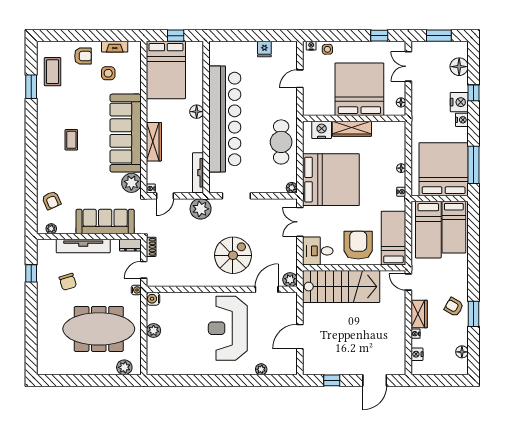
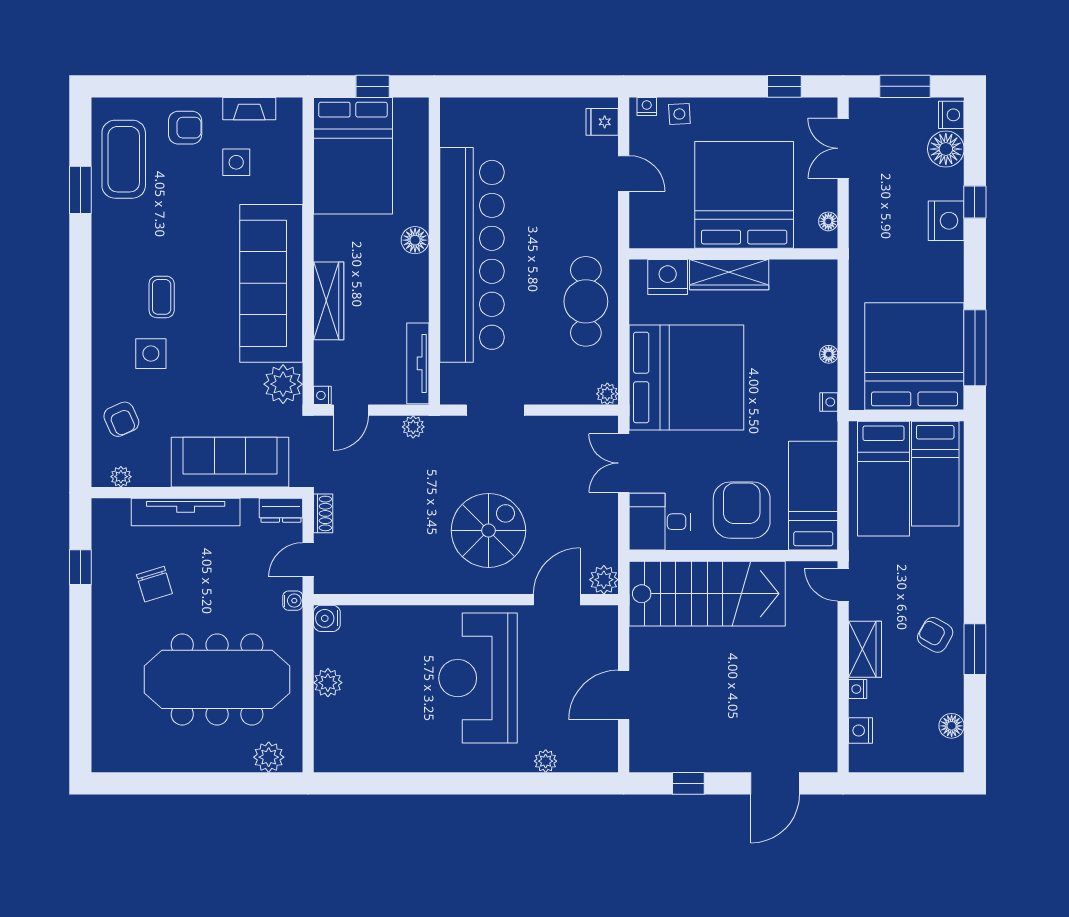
fridge: (264, 49) -> (602, 122), moved, turned 90
coffee table: (53, 72) -> (124, 159), width x1.36, depth x1.32
door: (300, 79) -> (624, 173), swing flipped
nightstand: (462, 120) -> (951, 115), moved
side table: (66, 168) -> (151, 354), added
plant: (201, 209) -> (413, 427), width x0.53, depth x0.53

